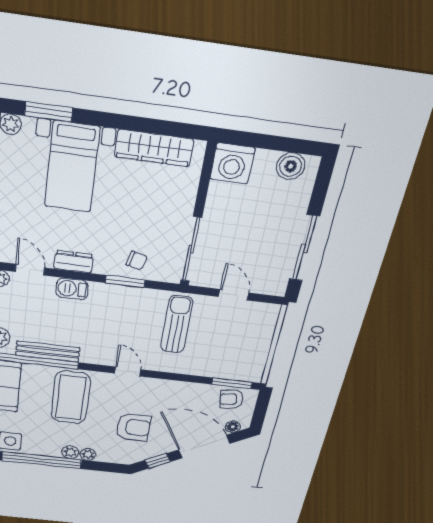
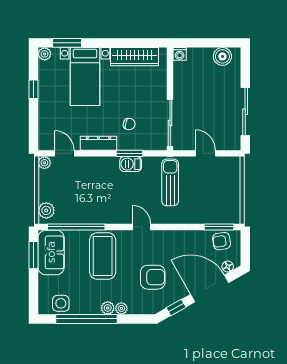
washing machine: (232, 163) -> (180, 54), width x0.53, depth x0.53
chair: (137, 261) -> (129, 124), moved
dresser: (74, 262) -> (98, 143), width x1.44
barbecue: (72, 289) -> (131, 164), moved
bench: (48, 351) -> (82, 218), removed

